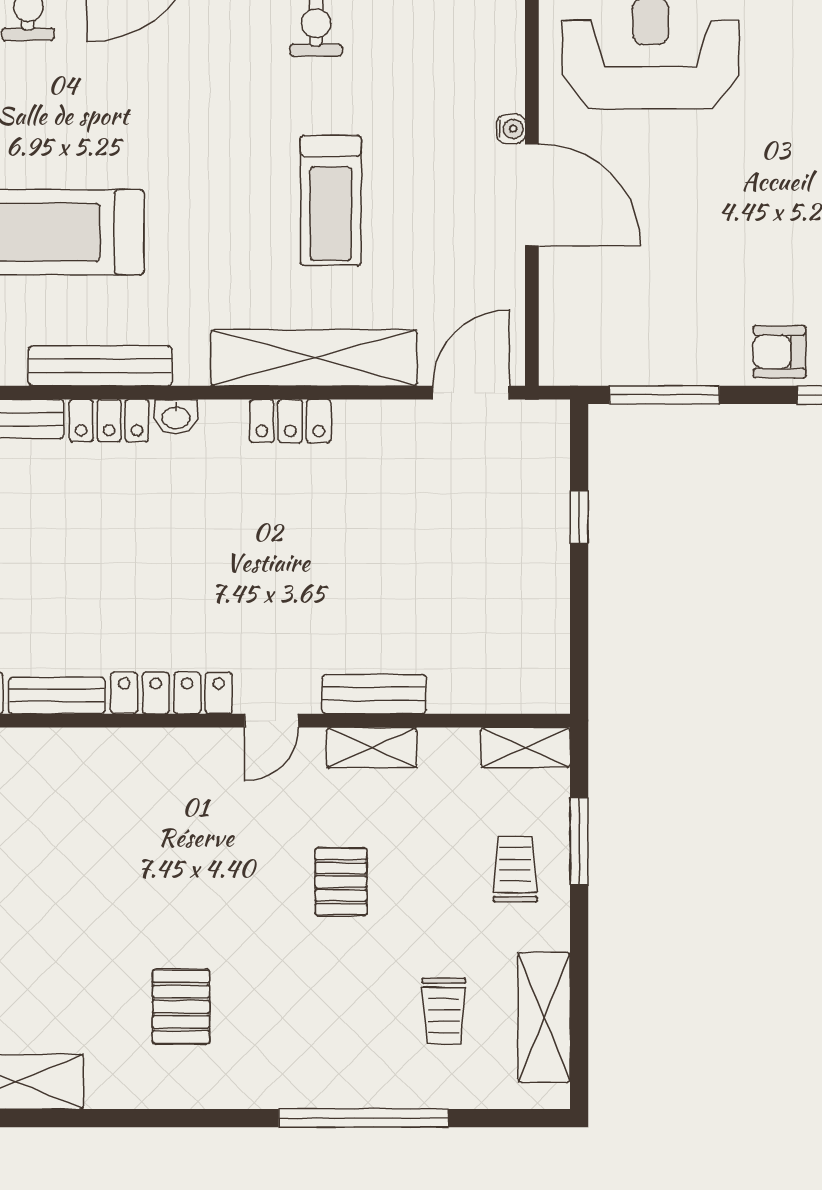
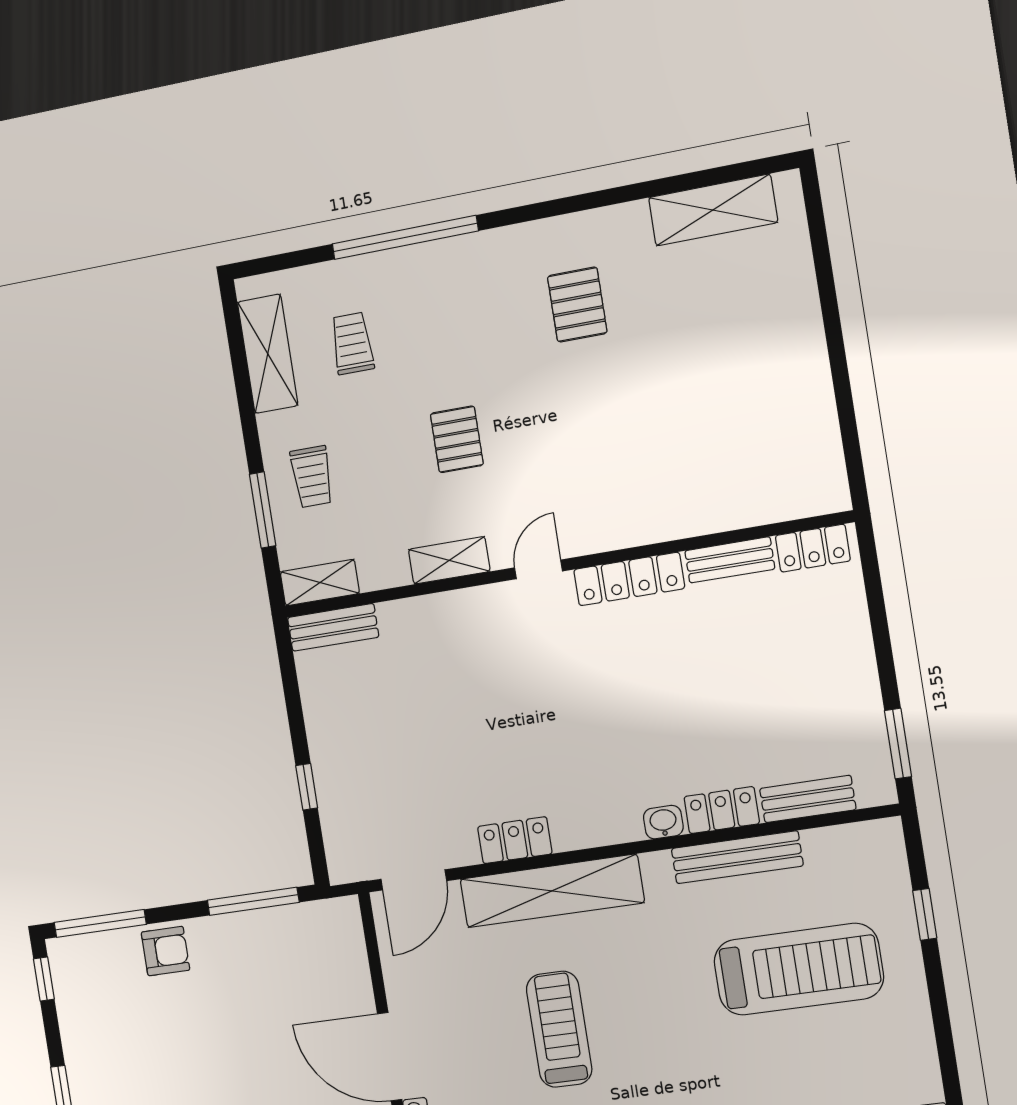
locker: (290, 421) -> (515, 840), moved
bench: (374, 694) -> (333, 627), moved

